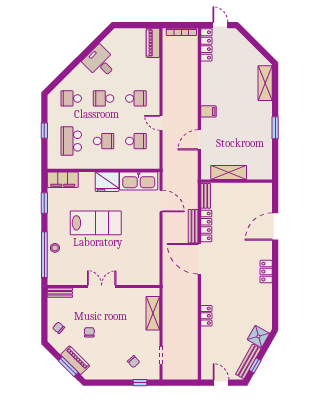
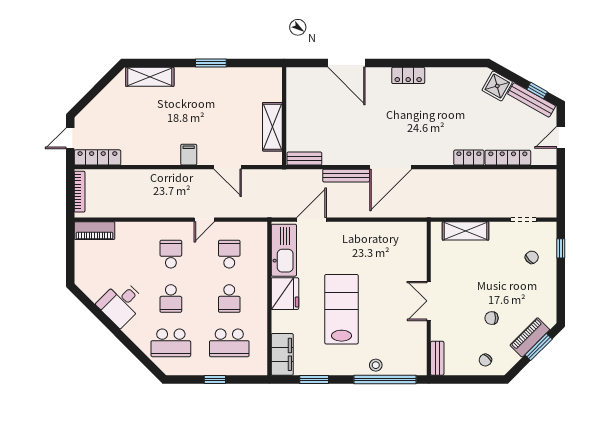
school desk: (71, 98) -> (171, 343), width x1.85
school desk: (104, 141) -> (229, 298), turned 180
locker: (206, 226) -> (508, 158), moved

